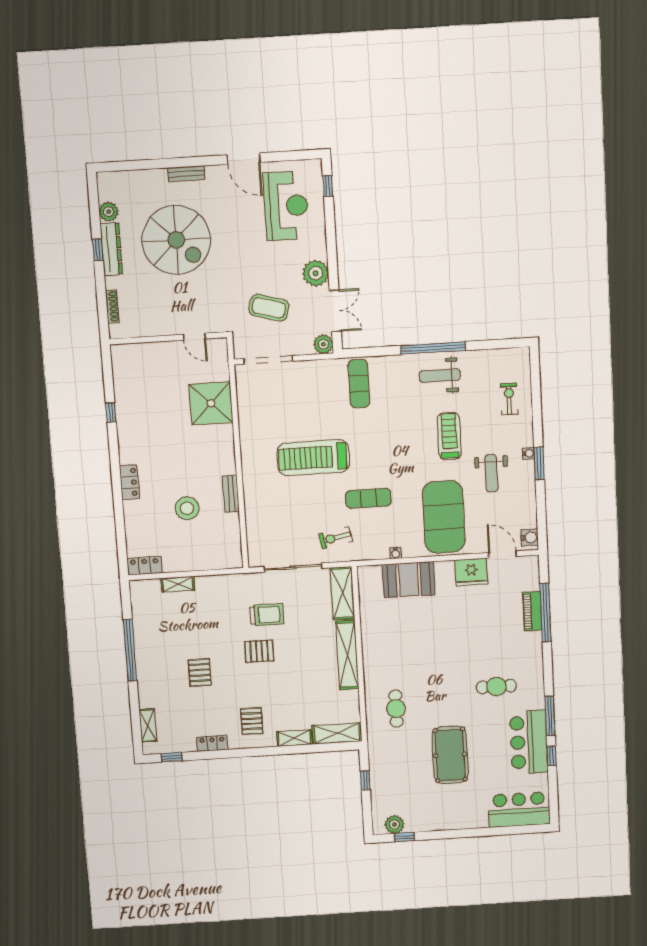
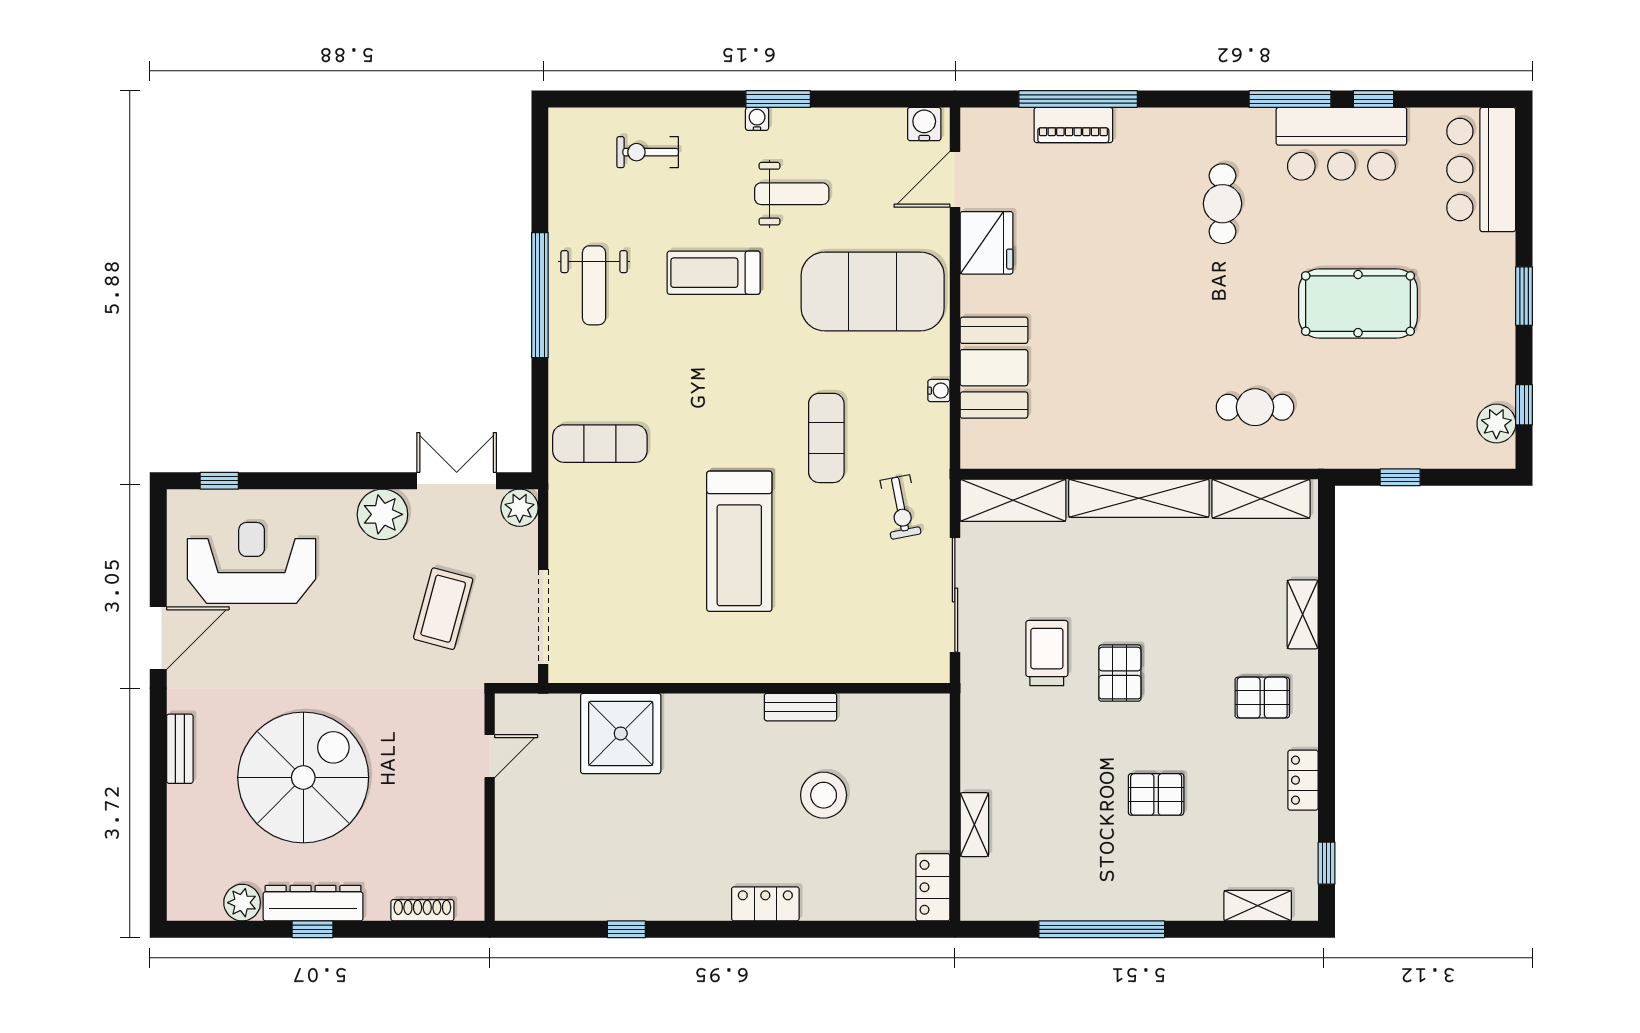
shelving: (337, 733) -> (1261, 499), moved, turned 90
window: (458, 834) -> (1524, 296), added

